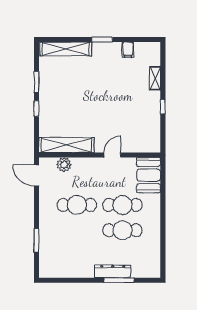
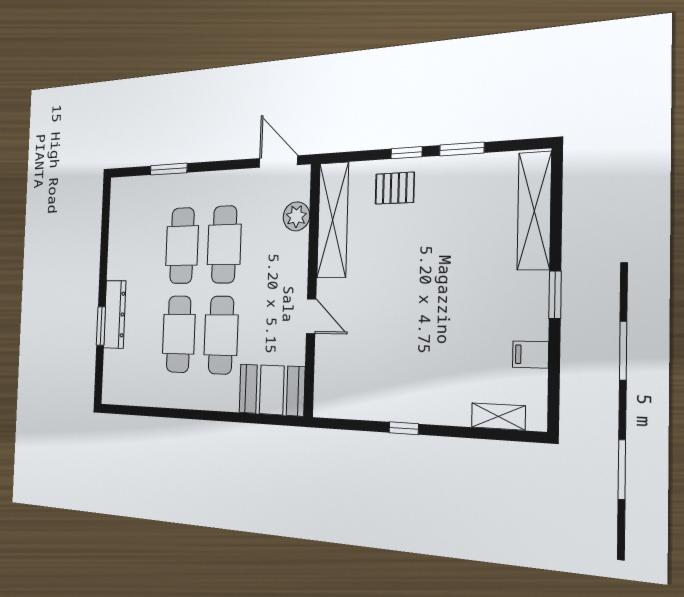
shelving: (155, 78) -> (498, 417), moved
pallet: (53, 114) -> (395, 188), added
door: (36, 175) -> (278, 162), hinge flipped
cafe table: (77, 230) -> (182, 246), added
window: (119, 280) -> (101, 326), width x0.69

